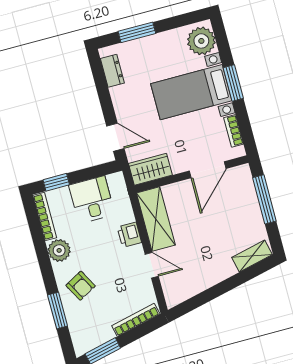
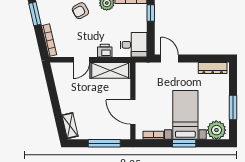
window: (137, 32) -> (233, 108), moved
dresser: (112, 71) -> (213, 68), width x1.44
door: (115, 137) -> (170, 59), swing flipped
wardrobe: (150, 169) -> (143, 75), removed
desk: (92, 200) -> (134, 45), moved

